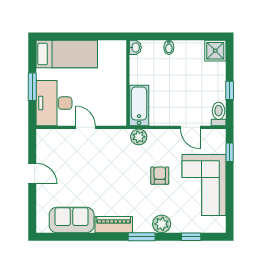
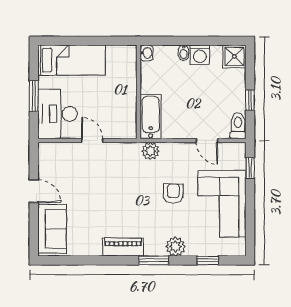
washing machine: (184, 49) -> (200, 55), added
sofa: (72, 220) -> (52, 229), moved, turned 90

